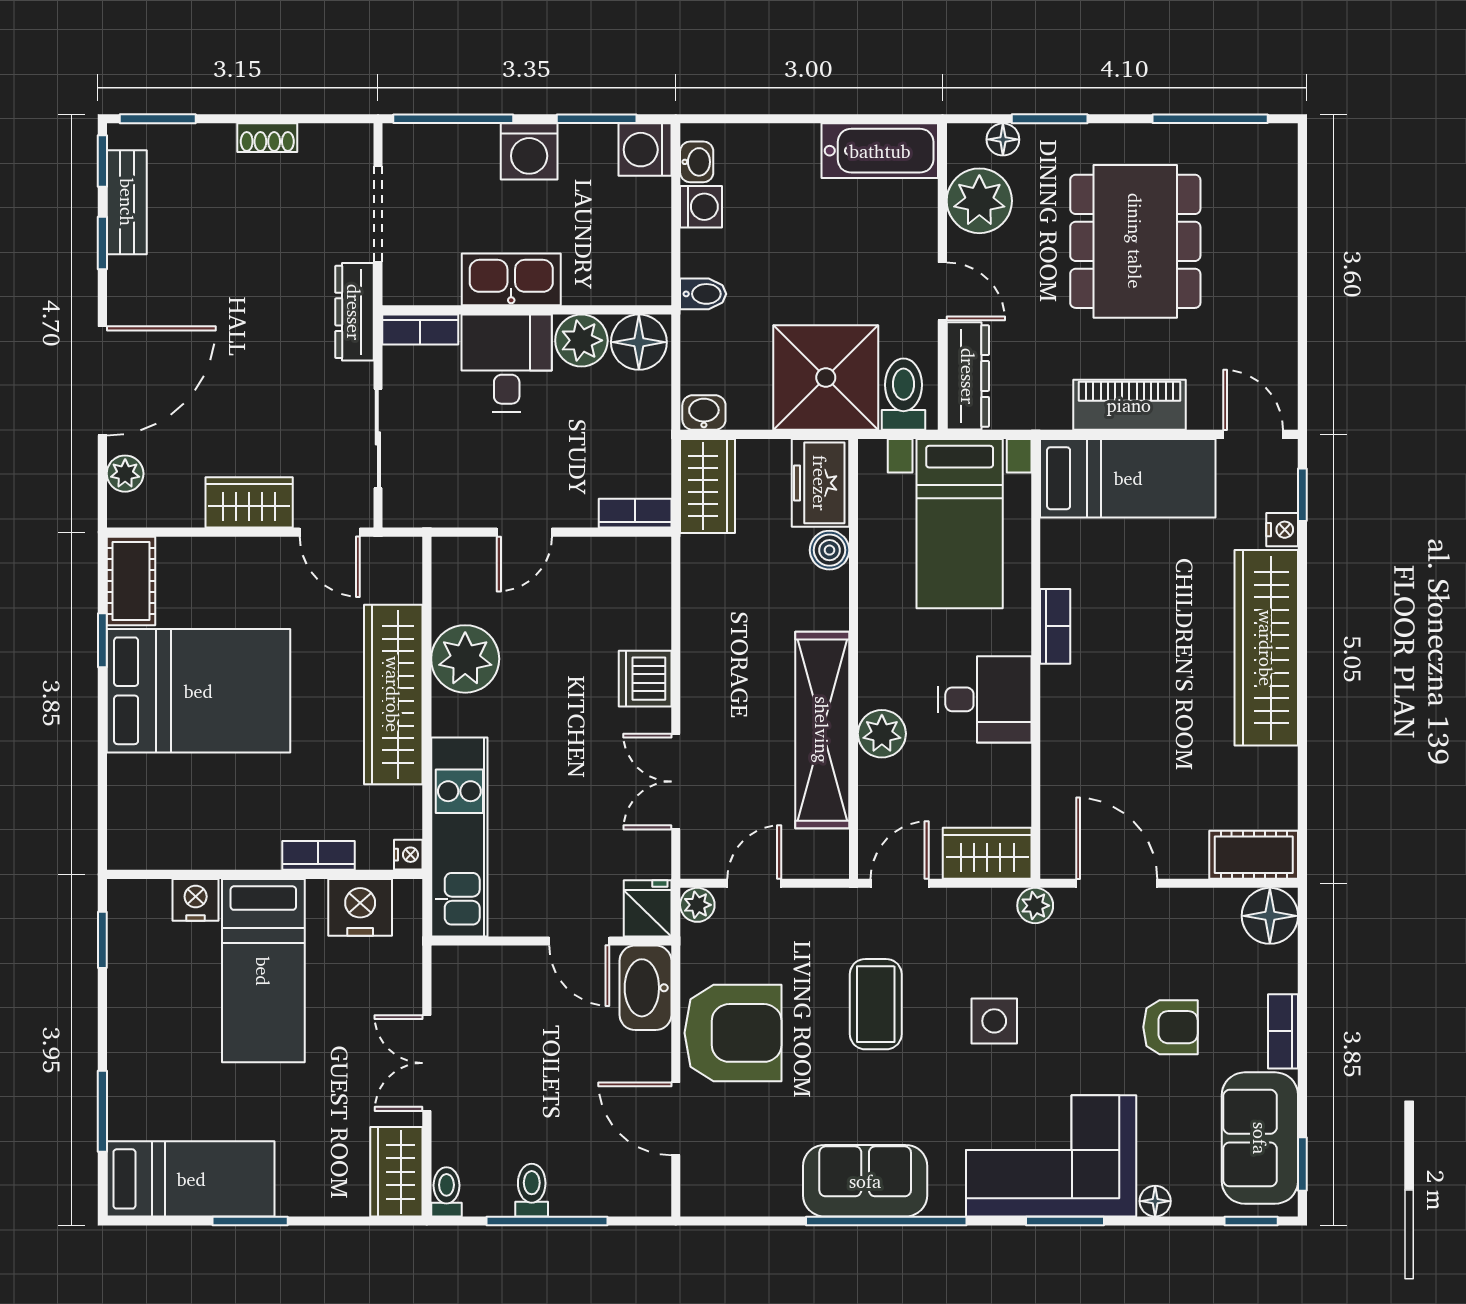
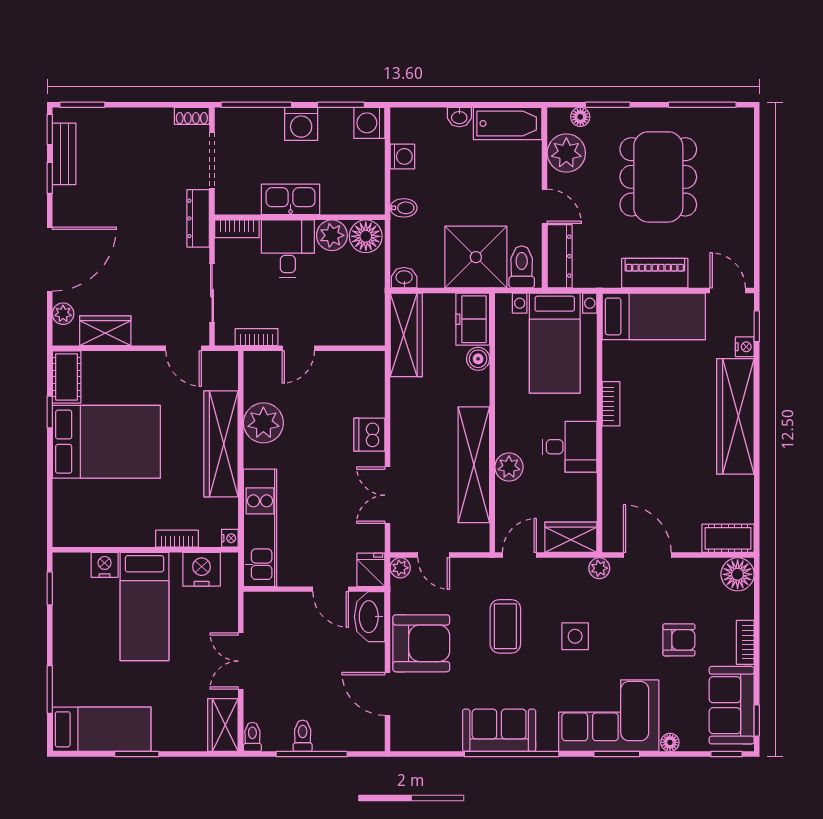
shoe rack: (267, 138) -> (192, 116), moved
washbasin: (697, 162) -> (459, 117), moved, turned 90
wardrobe: (708, 486) -> (406, 335), width x1.50
wardrobe: (249, 502) -> (105, 331), moved
bookcase: (635, 513) -> (257, 337), moved
door: (754, 883) -> (434, 555), swing flipped

